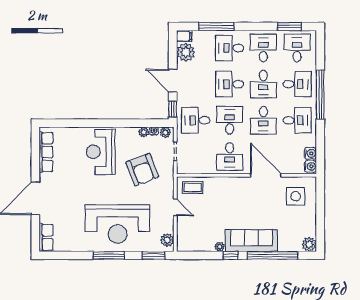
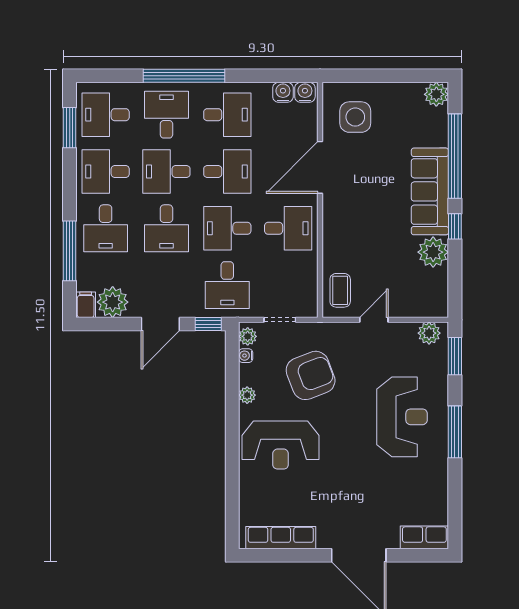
desk: (263, 84) -> (166, 171), turned 180
desk: (297, 120) -> (227, 115), turned 90
plant: (144, 132) -> (247, 395), moved
reception desk: (118, 224) -> (402, 417), width x0.74, depth x0.77
plant: (220, 247) -> (433, 252), width x1.88, depth x1.88

